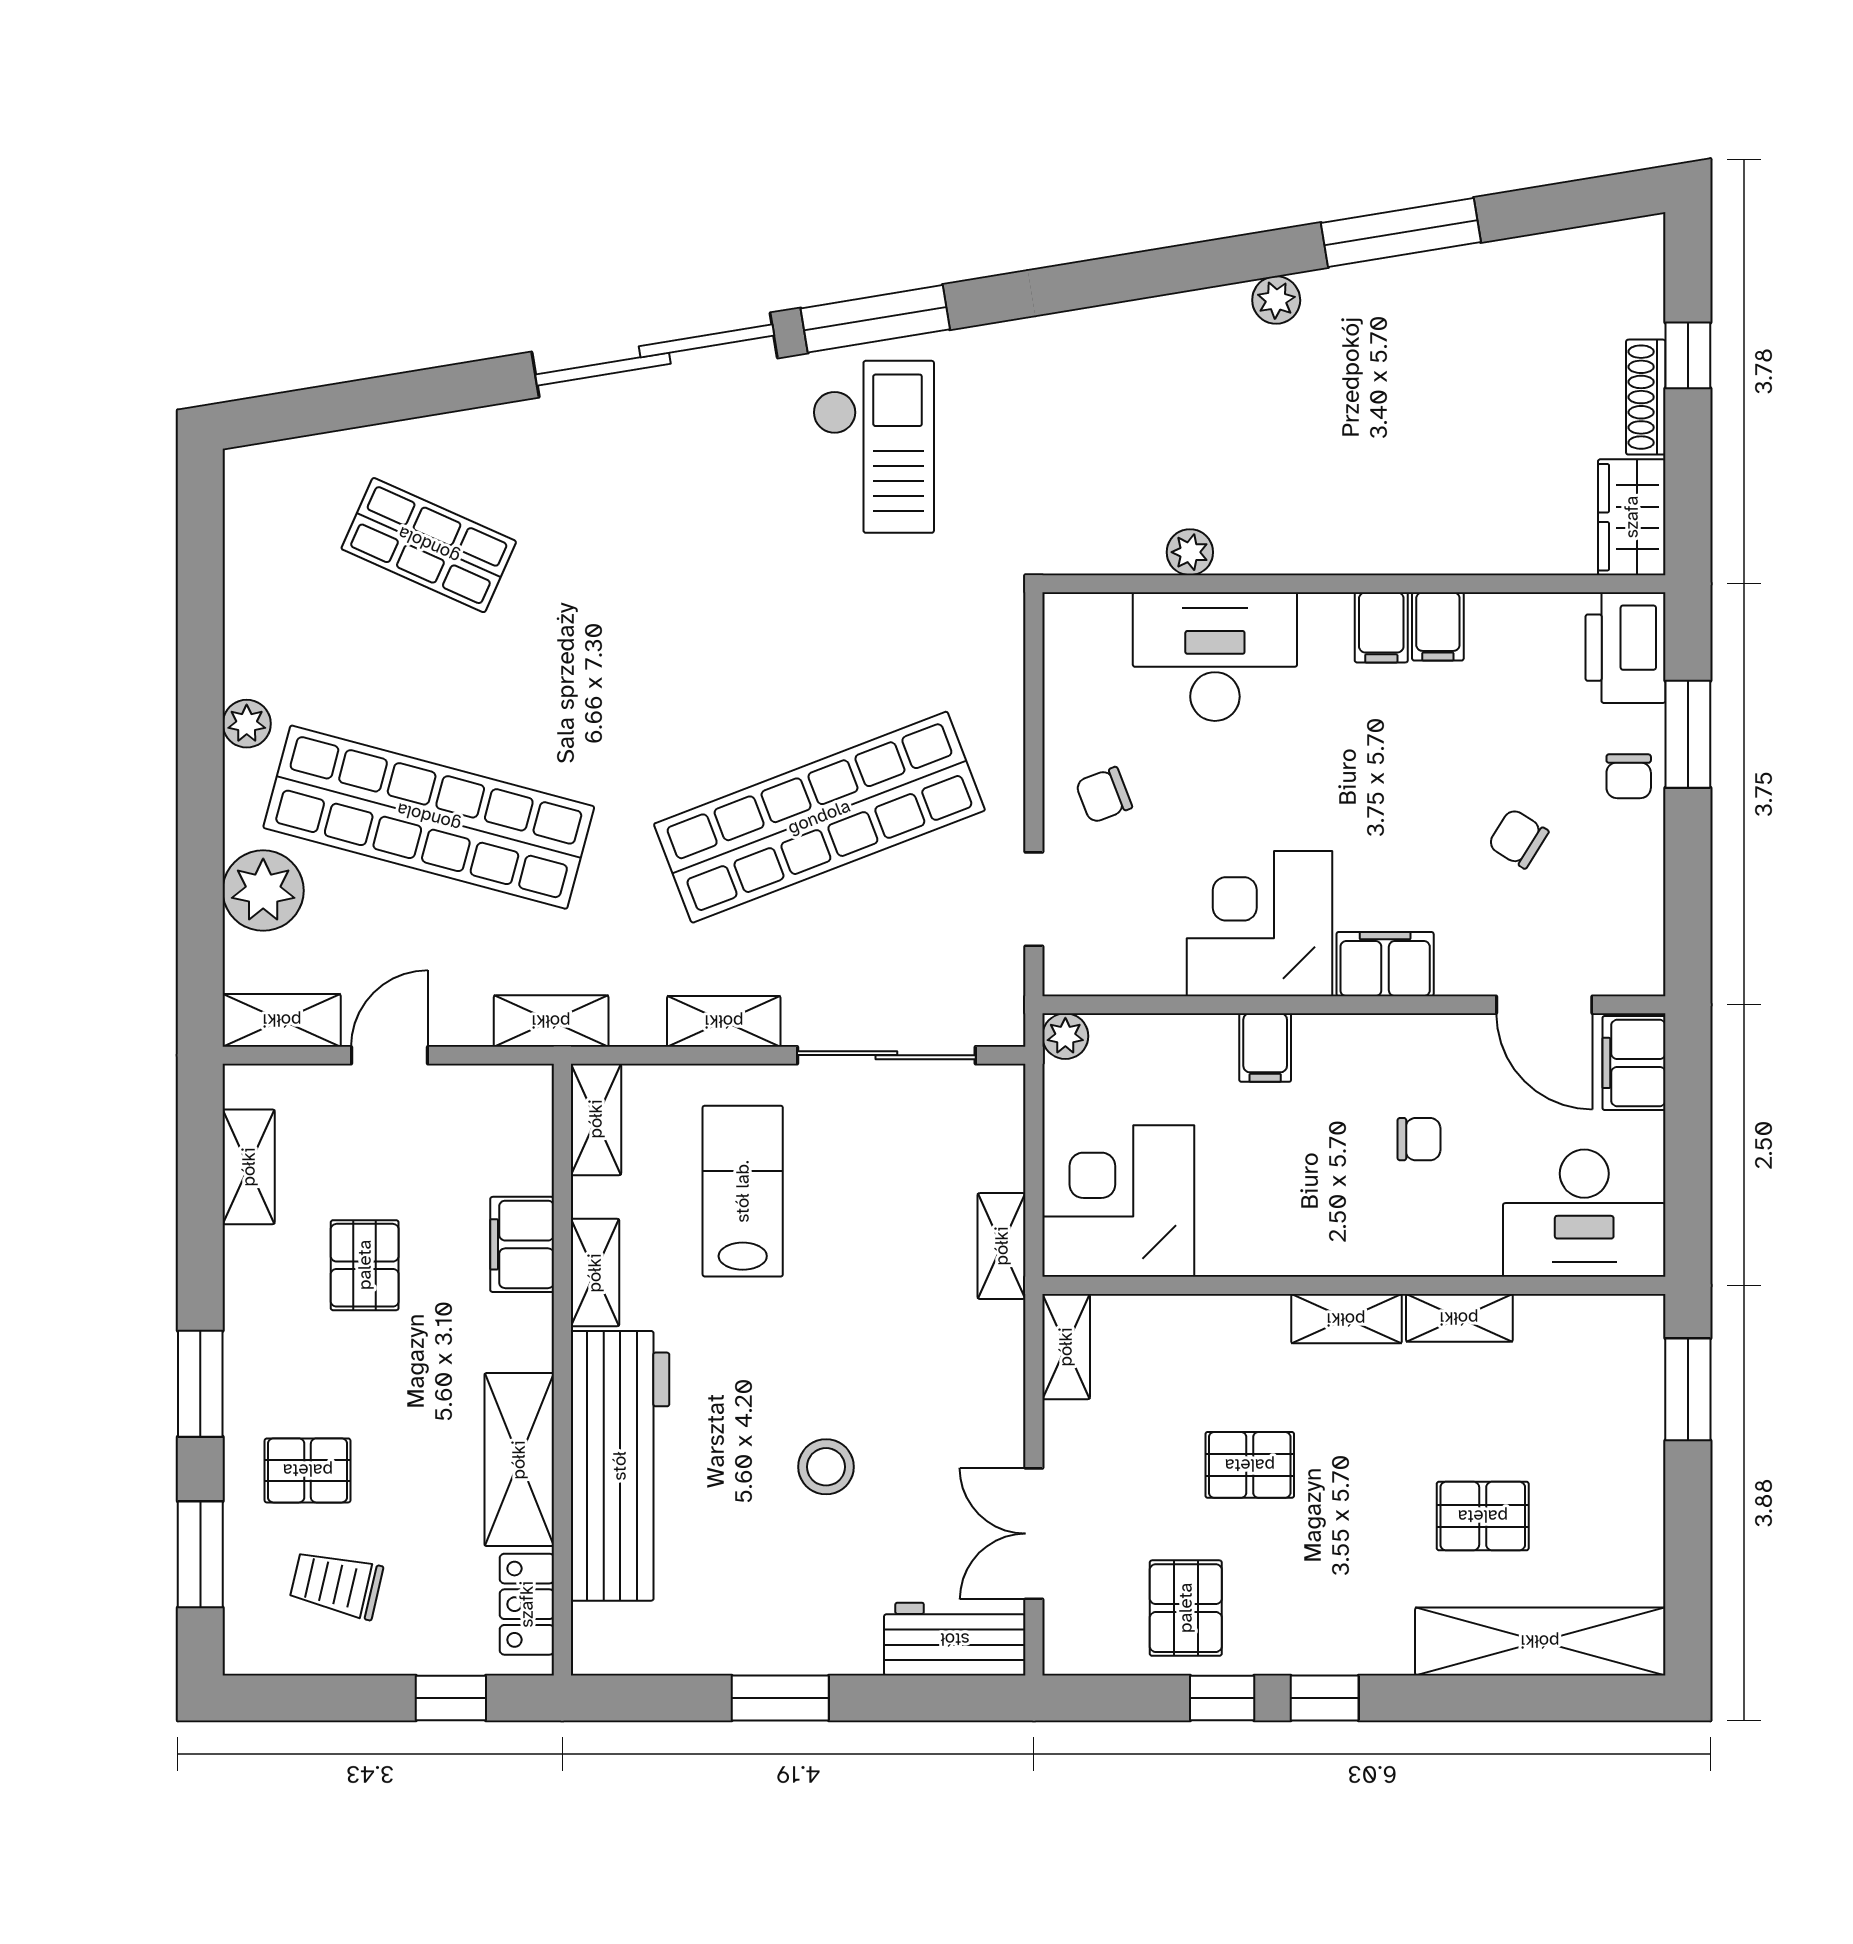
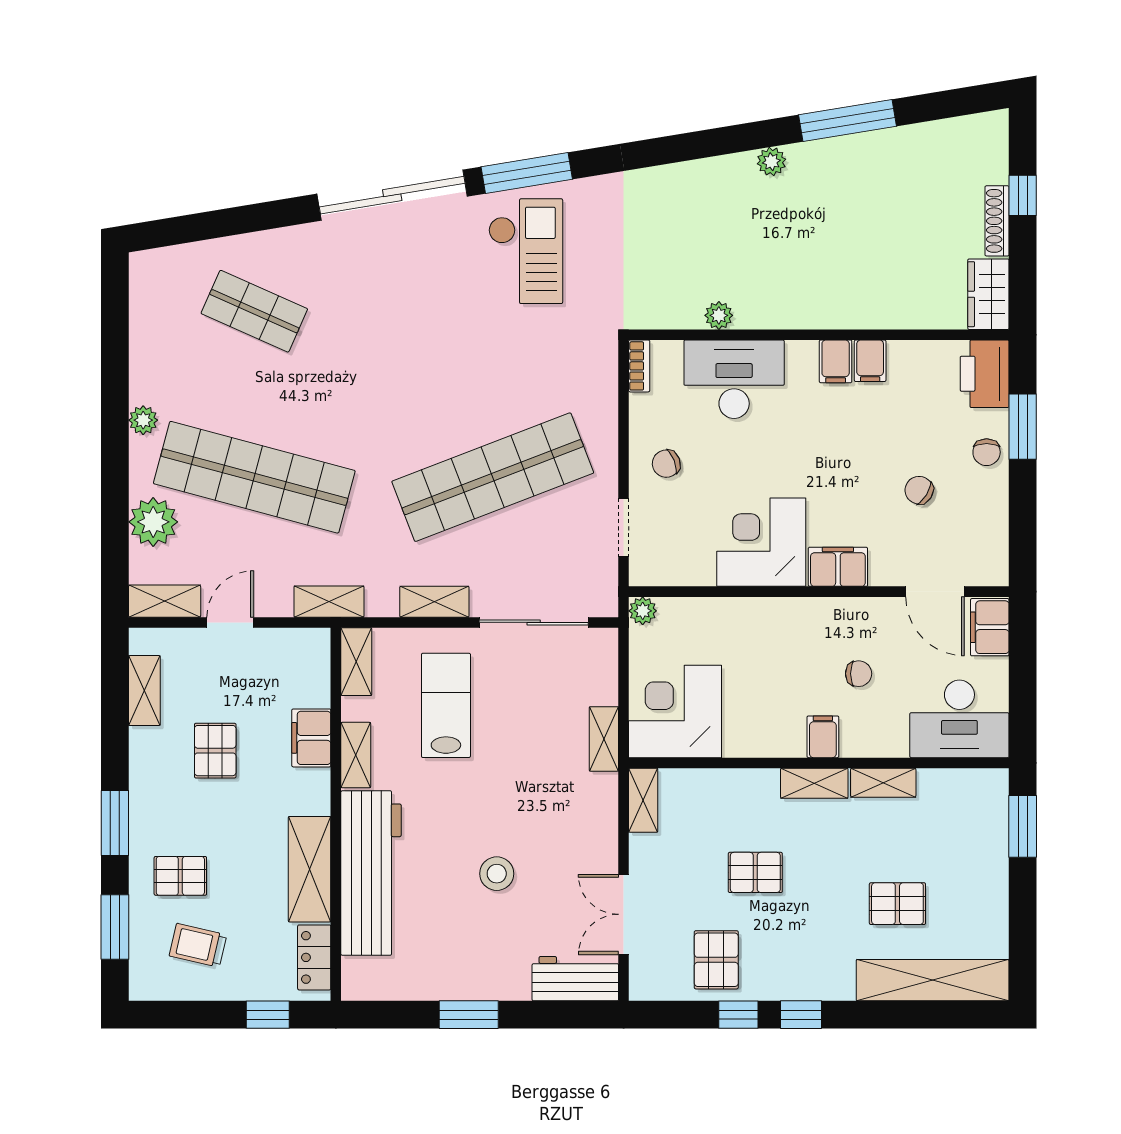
bookcase: (1059, 635) -> (639, 366), added
filing cabinet: (1265, 1048) -> (823, 737), moved, turned 180

